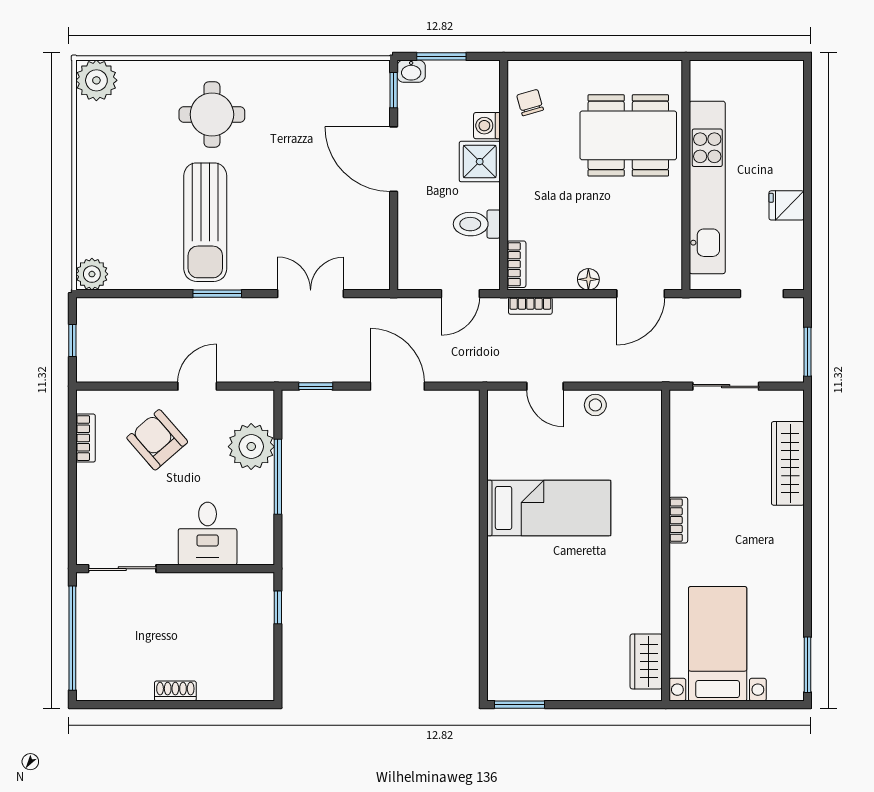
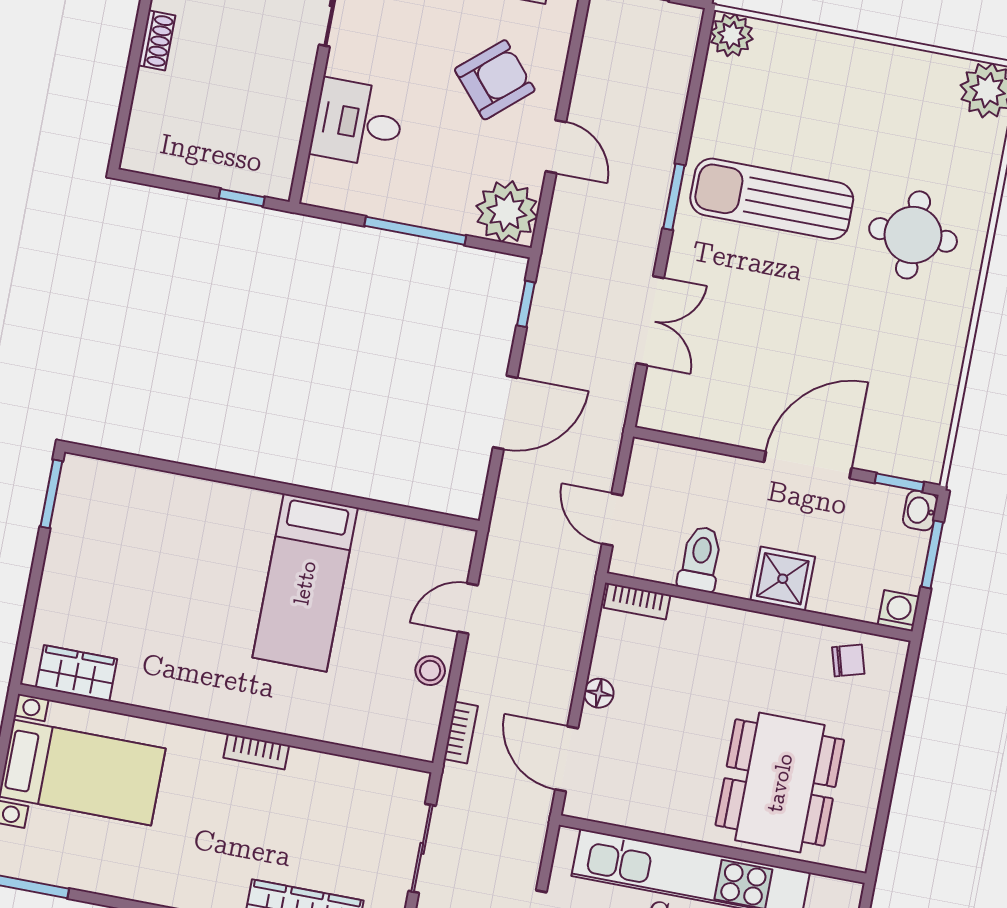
washing machine: (487, 126) -> (899, 611), moved
bookcase: (530, 306) -> (461, 732), moved, turned 180
plant: (251, 447) -> (507, 212), moved

